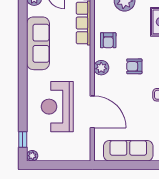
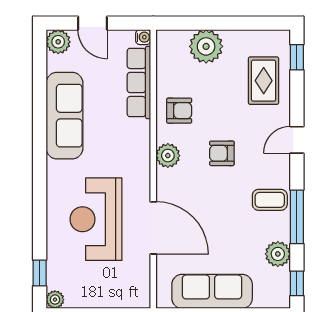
armchair: (108, 40) -> (179, 111), turned -90

